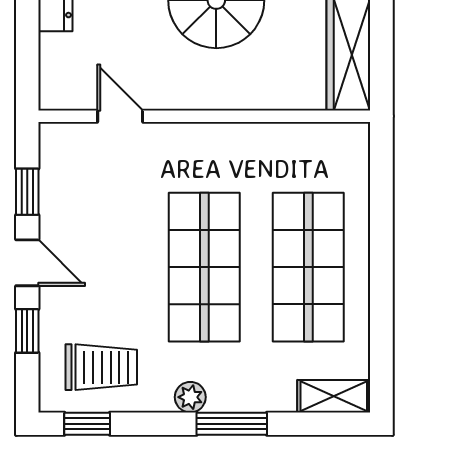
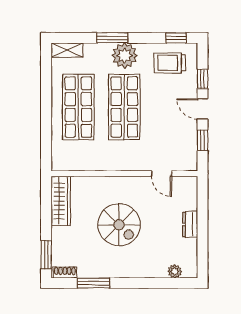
plant: (190, 397) -> (125, 56), width x1.88, depth x1.88

